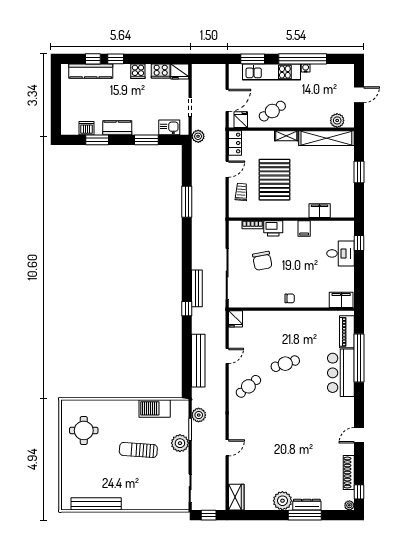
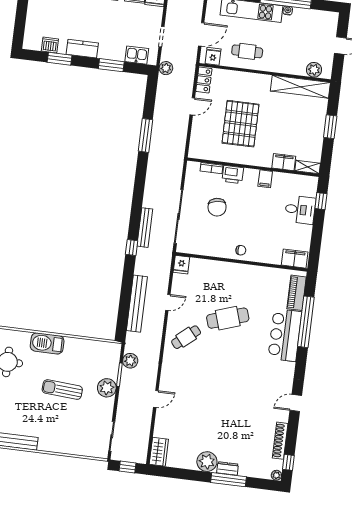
cafe table: (272, 111) -> (247, 51), turned 32
shelving: (286, 136) -> (308, 167), moved
trolley: (241, 192) -> (204, 132), removed
cafe table: (285, 364) -> (228, 318), width x1.37, depth x1.35
barbecue: (155, 408) -> (47, 343), moved
dresser: (307, 505) -> (228, 468), width x0.70

